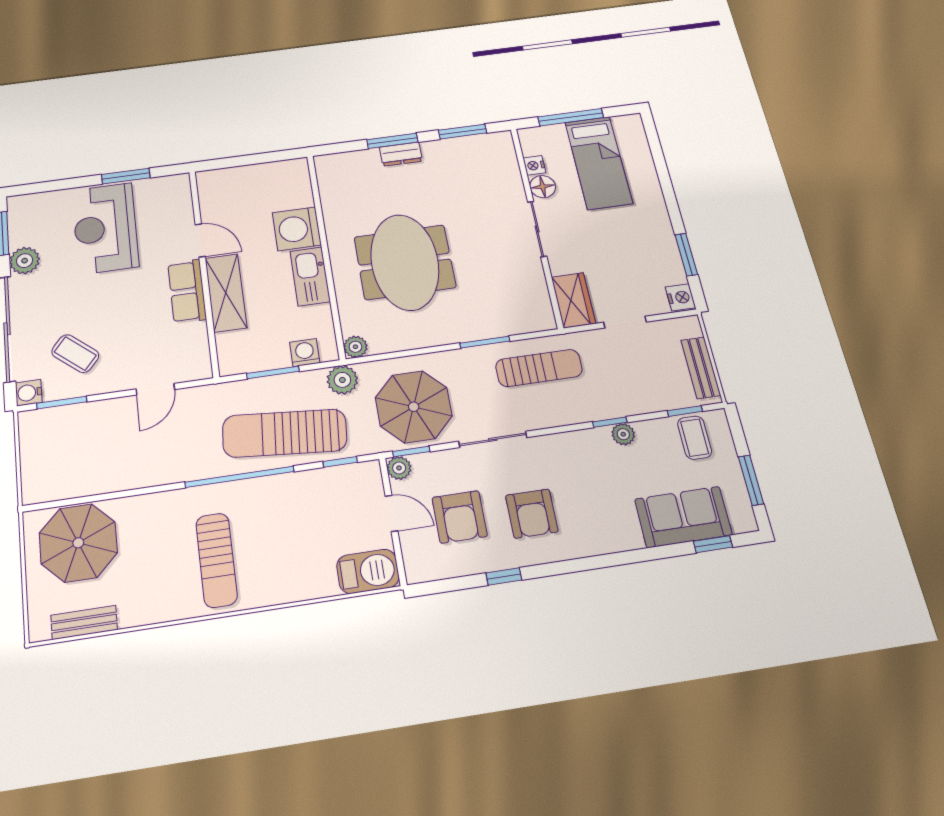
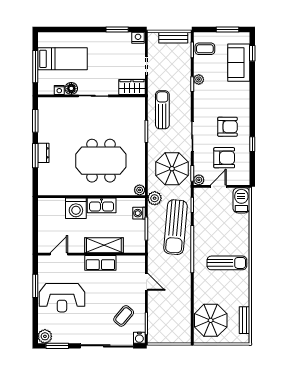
door: (200, 240) -> (59, 254), moved
plant: (25, 261) -> (45, 336), moved

